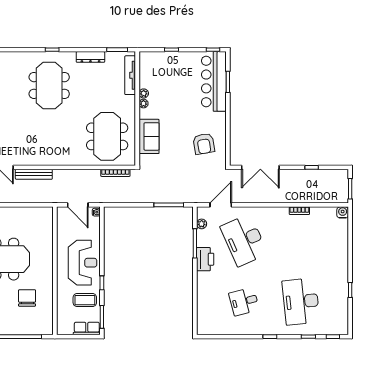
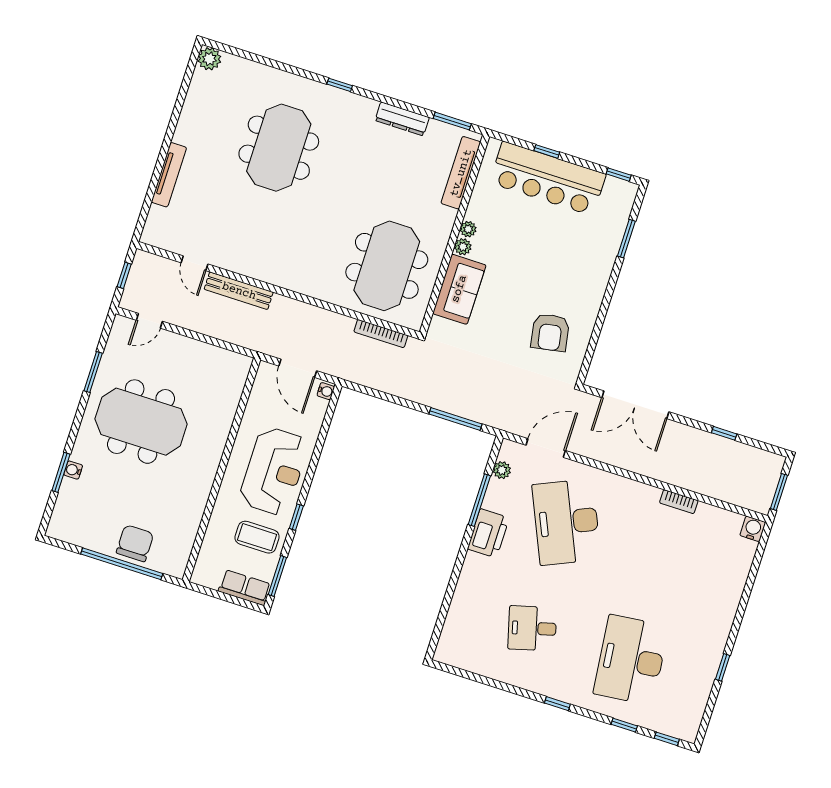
bar counter: (214, 81) -> (548, 178), moved, turned -90
meeting table: (49, 85) -> (279, 148), moved
plant: (144, 93) -> (463, 247), moved
chair: (27, 298) -> (135, 543), moved

